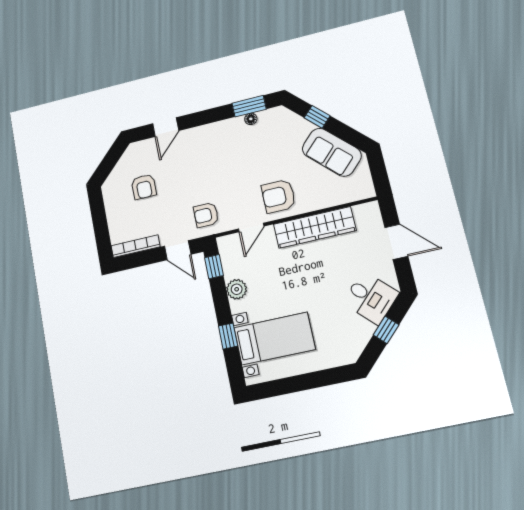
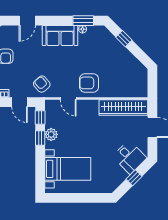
sofa: (332, 152) -> (60, 36), moved, turned -45
armchair: (206, 215) -> (42, 84), turned 49
door: (251, 227) -> (68, 99), hinge flipped
wardrobe: (315, 227) -> (123, 108), moved
window: (228, 336) -> (40, 138), moved

